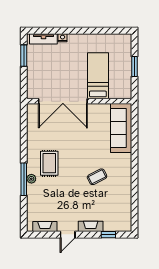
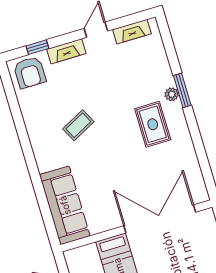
window: (24, 179) -> (182, 90), width x0.69
armchair: (118, 220) -> (30, 72), added

